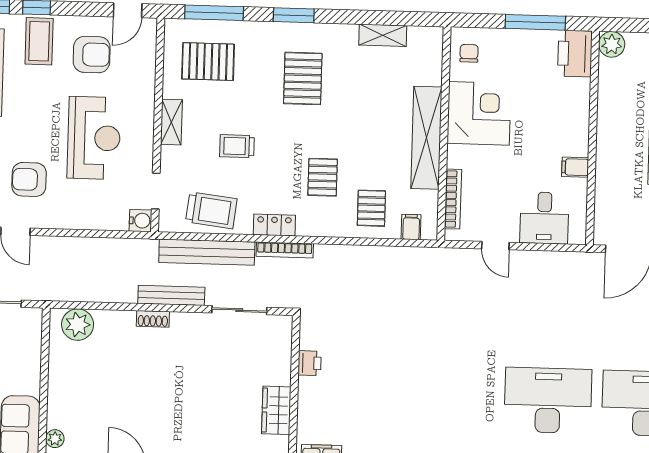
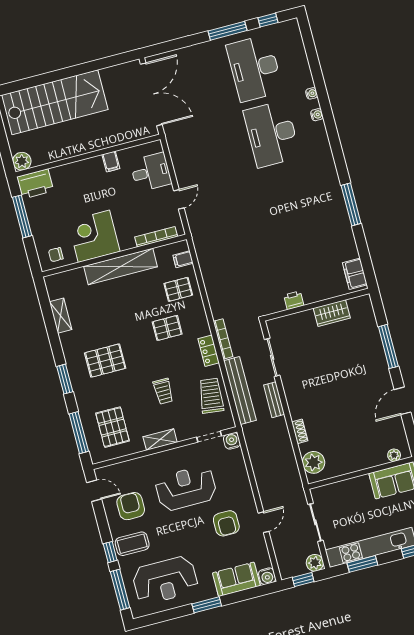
bench: (171, 295) -> (274, 400), width x0.73
shoe rack: (153, 319) -> (300, 431), moved

